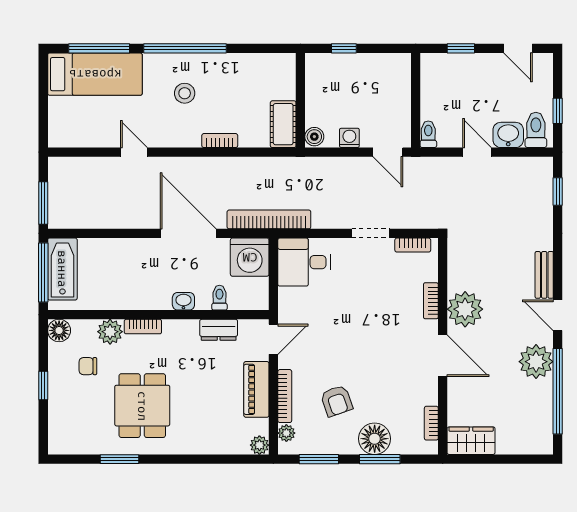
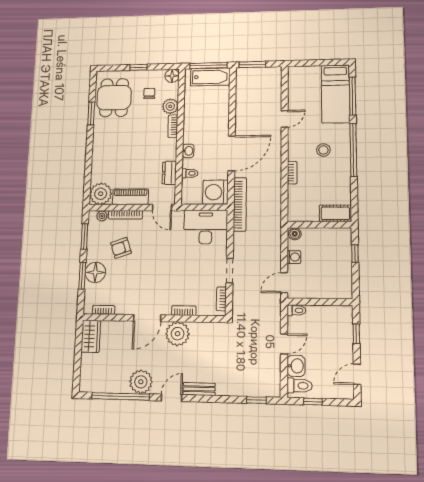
cot: (283, 124) -> (335, 213), moved
desk: (304, 262) -> (206, 227), width x1.37
dining table: (142, 406) -> (114, 98), moved, turned 90
plant: (259, 445) -> (101, 194), width x1.88, depth x1.88

